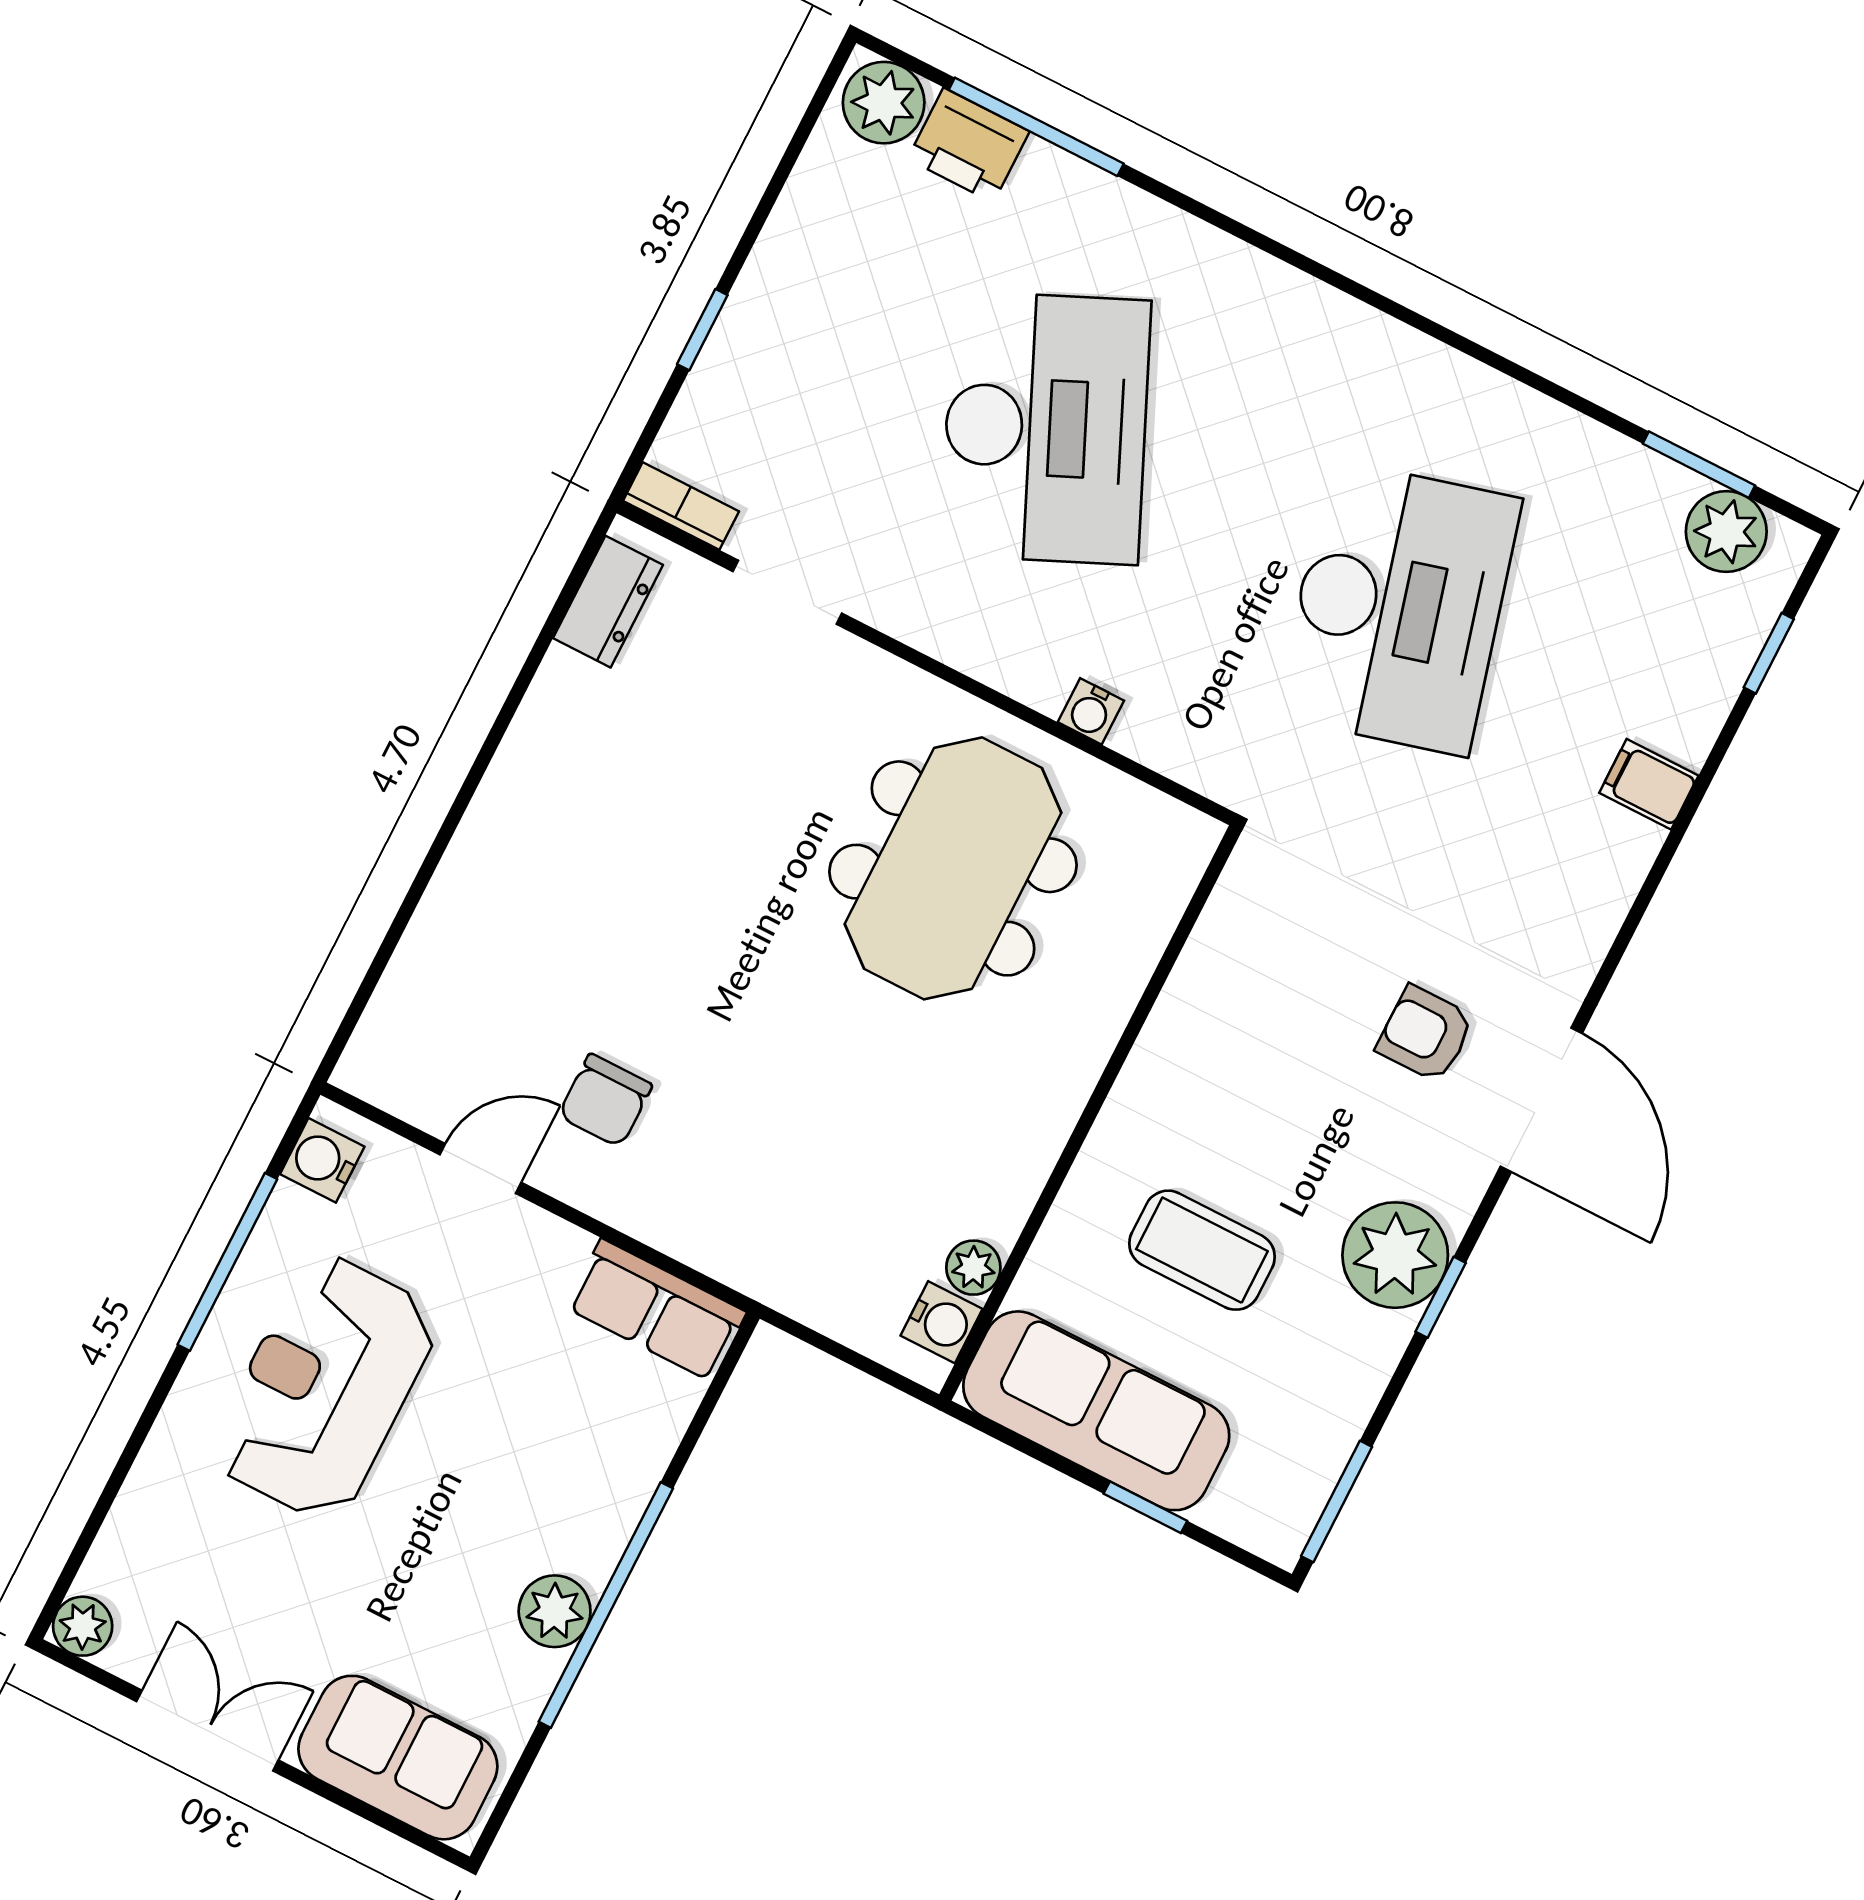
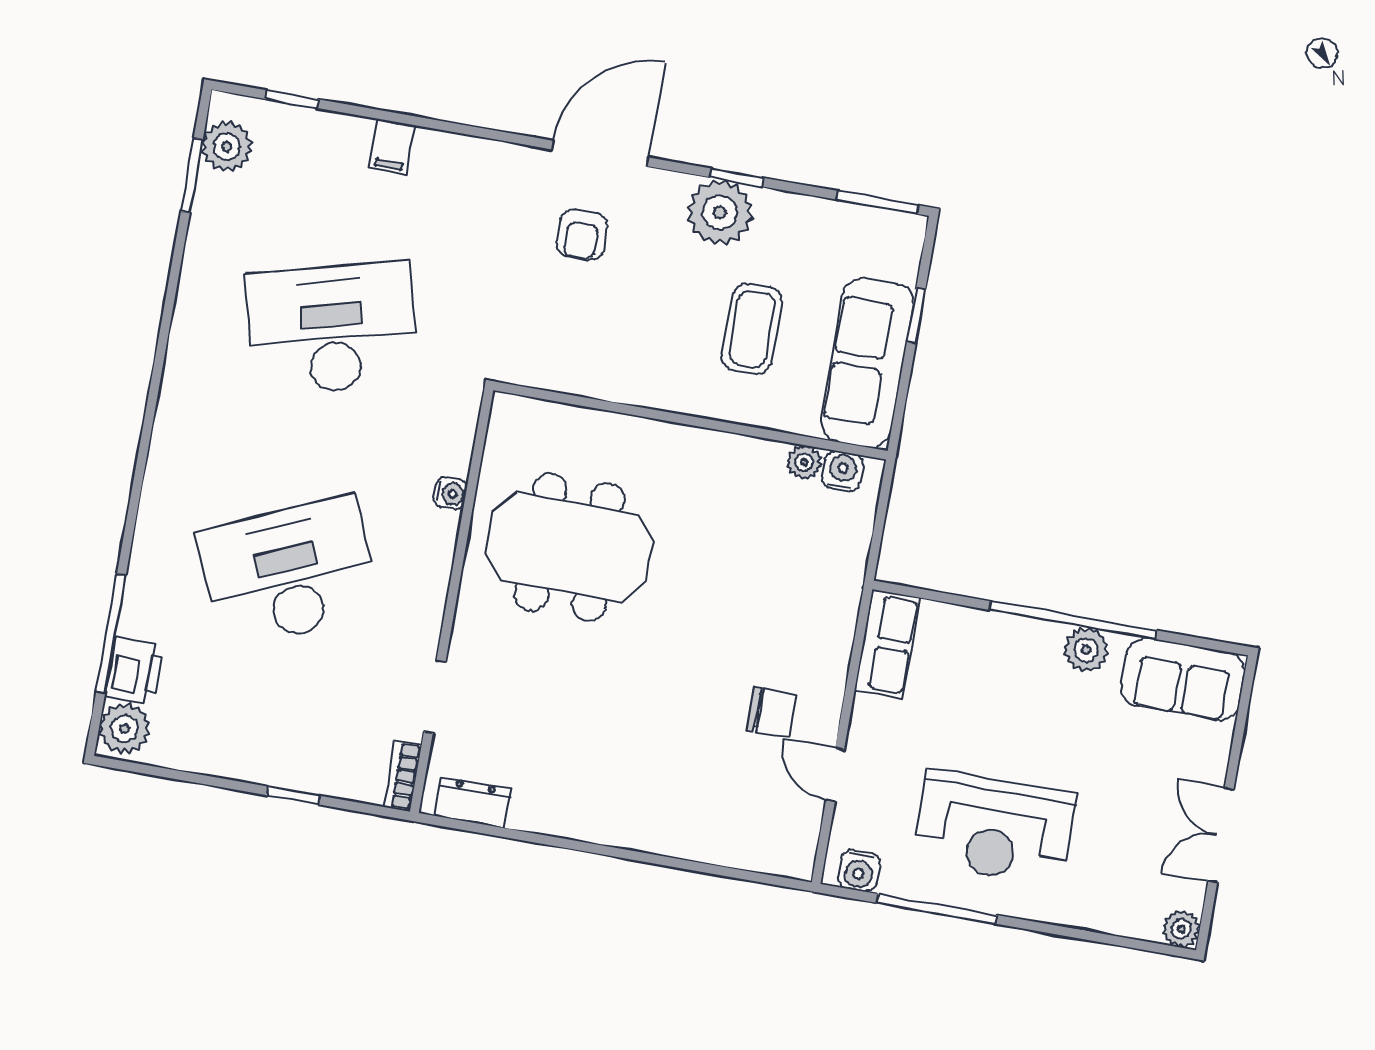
sofa: (398, 1758) -> (1183, 679), moved, turned -90

